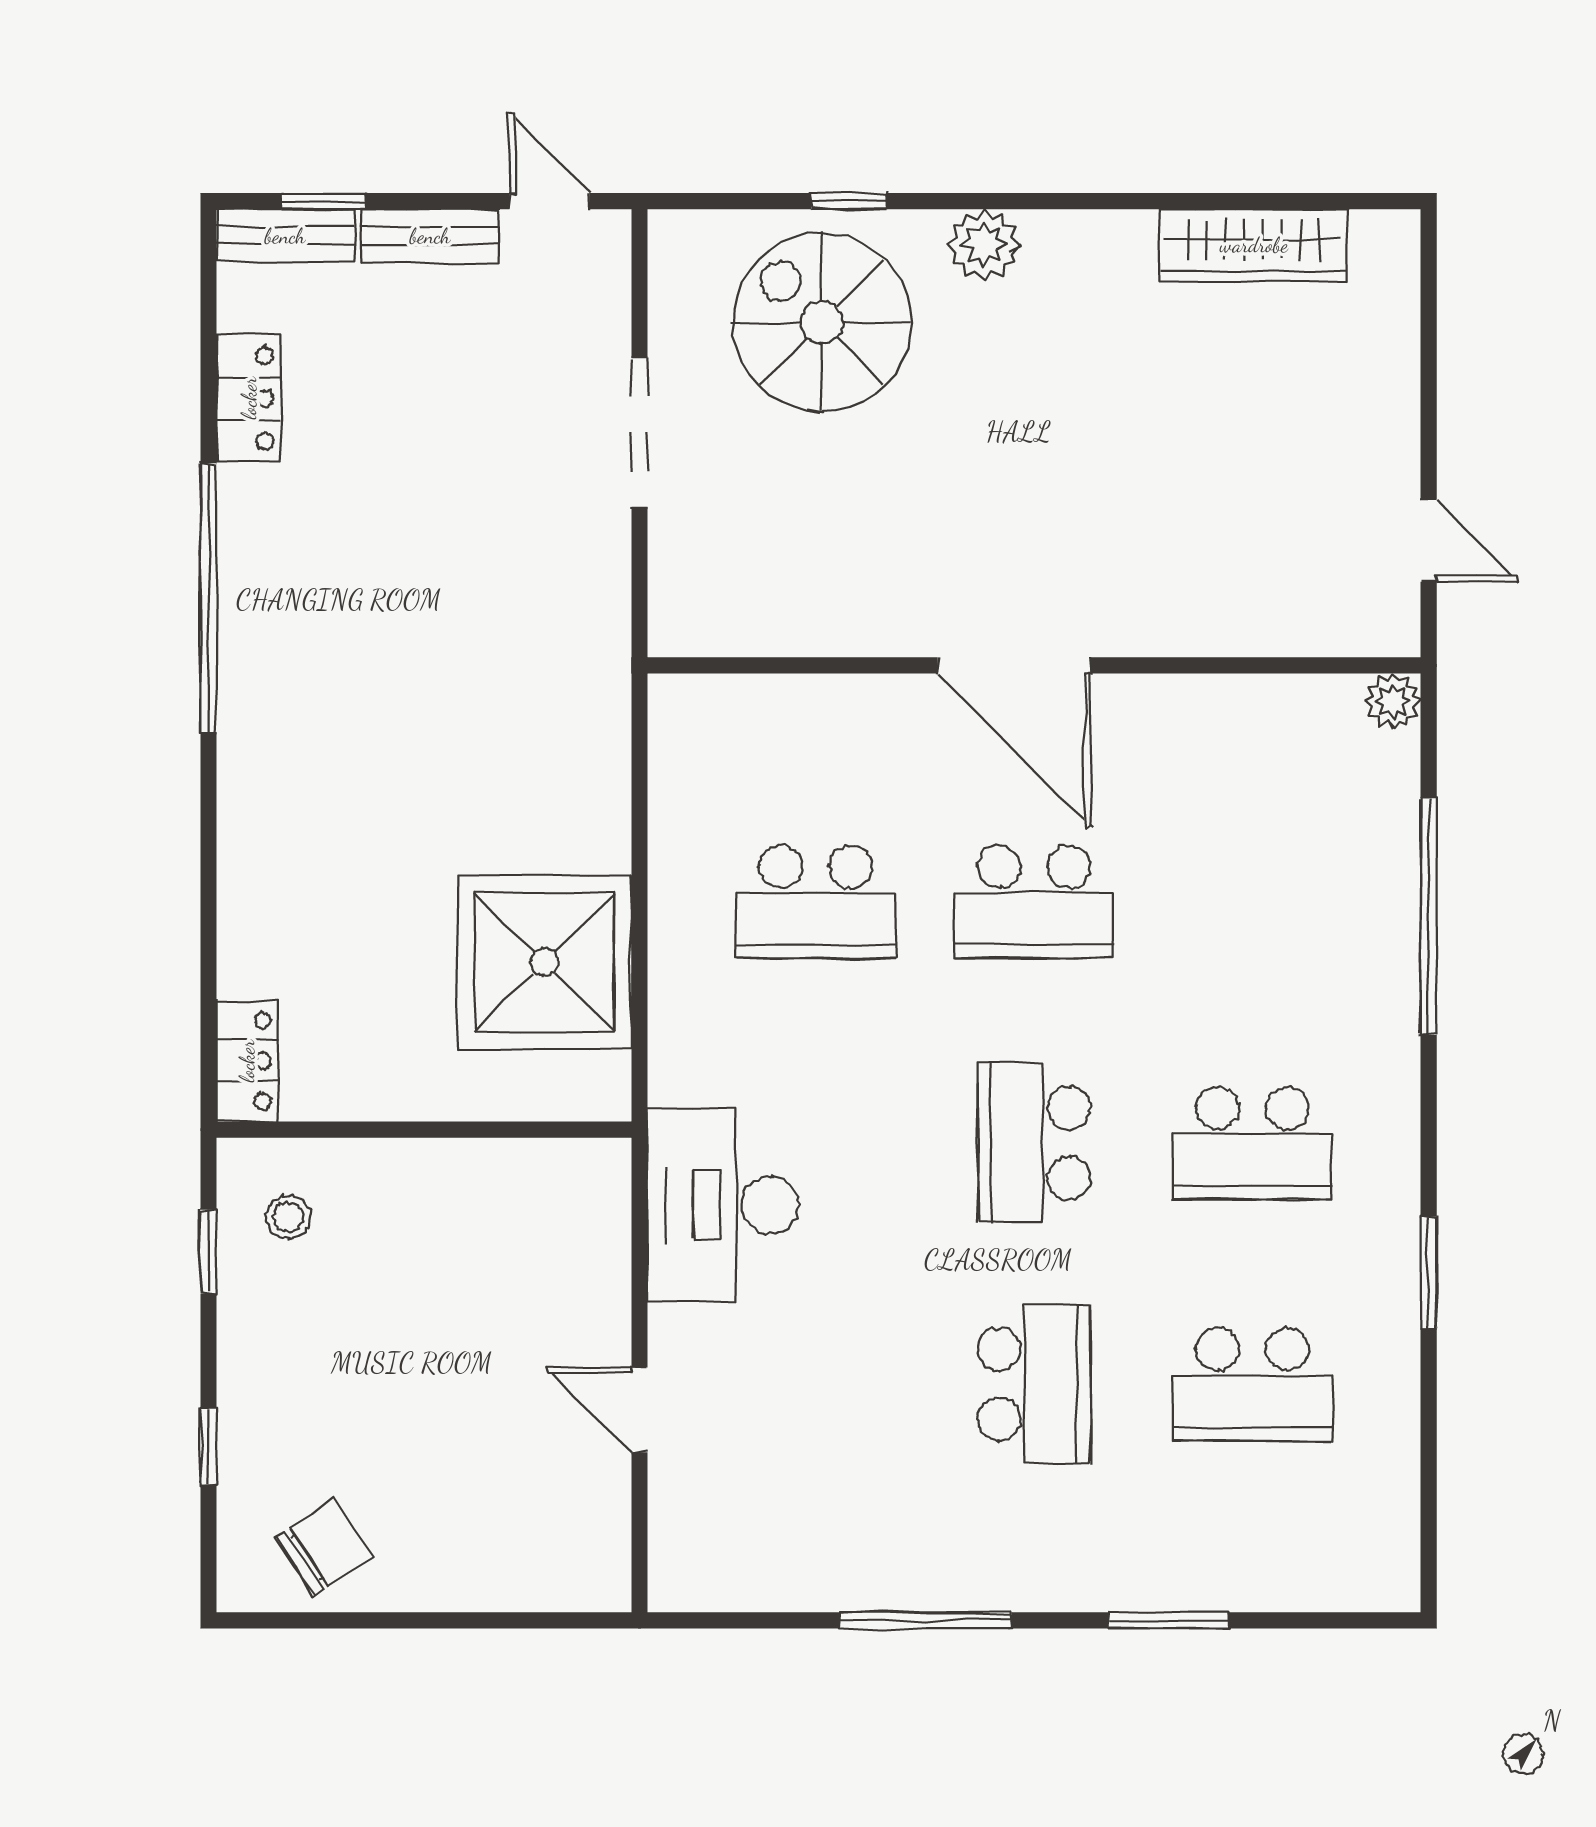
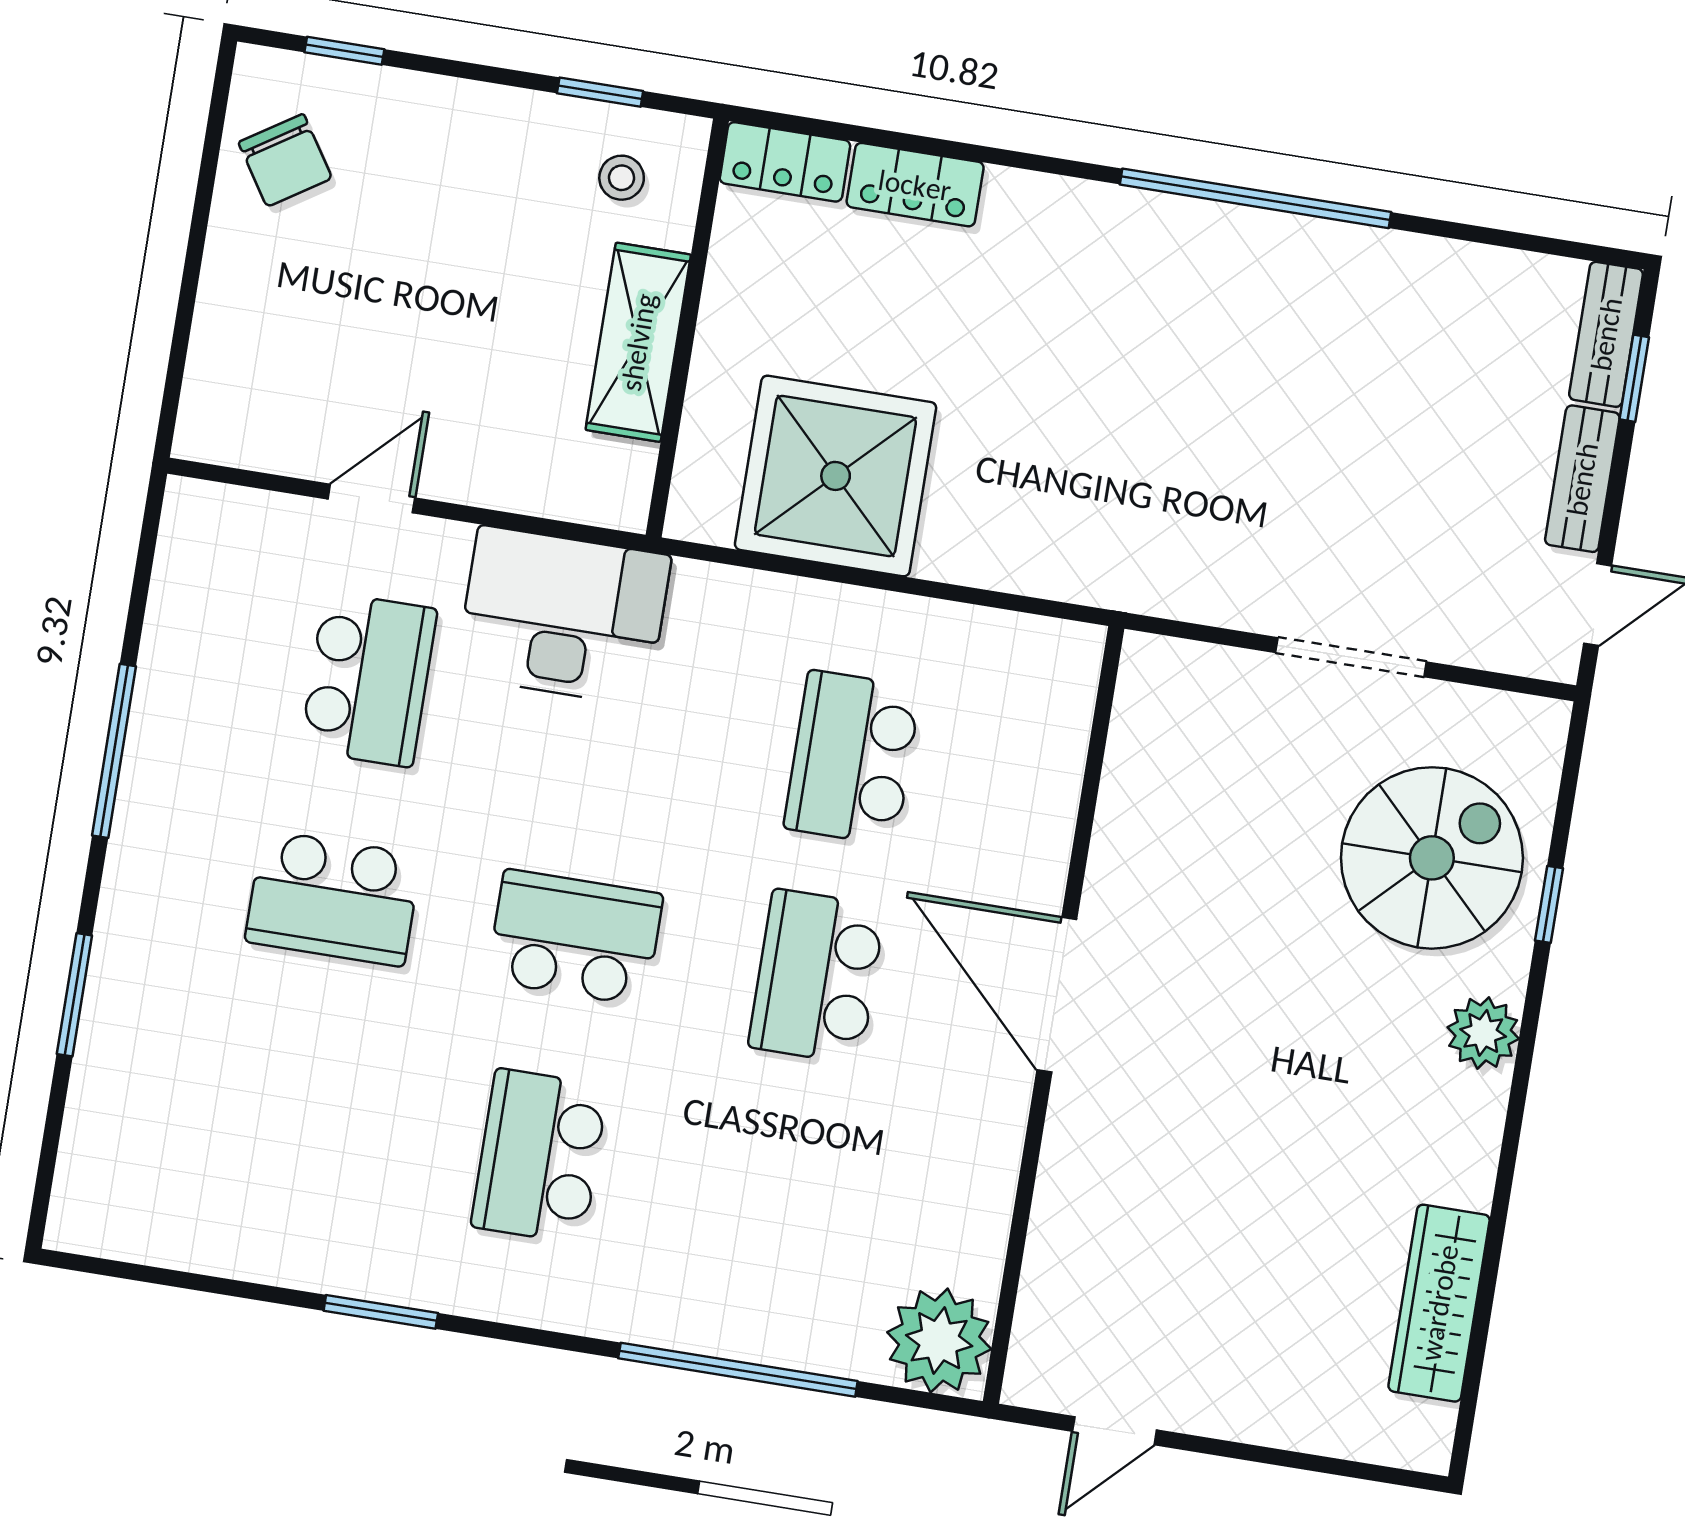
locker: (249, 398) -> (915, 185), moved
door: (1014, 665) -> (1057, 995), hinge flipped
plant: (1393, 701) -> (939, 1341), width x1.88, depth x1.88
shelving: (446, 1175) -> (638, 342), added
school desk: (1252, 1384) -> (369, 679), moved, turned 180
window: (208, 1446) -> (344, 51), moved

